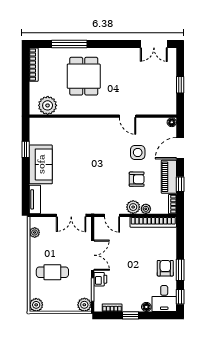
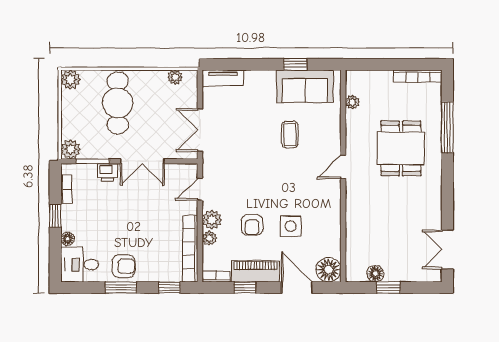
dining table: (84, 76) -> (401, 148), turned 90
floor lamp: (171, 94) -> (375, 274), added
plant: (48, 105) -> (352, 102), width x0.53, depth x0.53
door: (128, 116) -> (343, 167), moved
floor lamp: (172, 122) -> (328, 270), width x1.89, depth x1.89
coffee table: (74, 153) -> (290, 135), added
sofa: (41, 164) -> (305, 86), moved
cafe table: (52, 272) -> (118, 103), width x1.37, depth x1.35
window: (180, 297) -> (169, 288), moved

